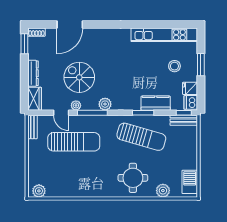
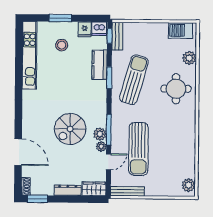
spiral stairs: (79, 77) -> (70, 129), moved
plant: (105, 104) -> (100, 134), moved
bench: (32, 127) -> (127, 191), width x1.36
sun lounger: (74, 142) -> (138, 149), turned 180

